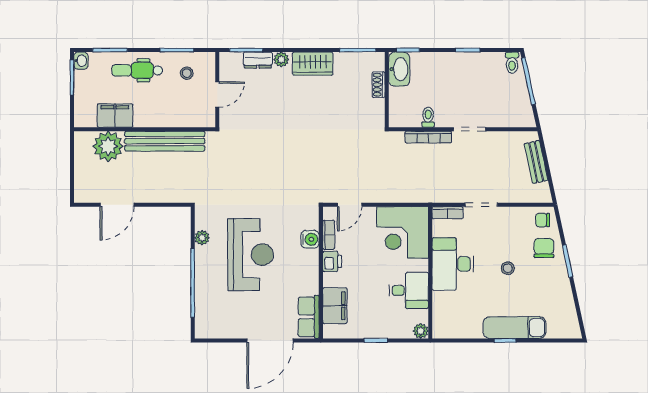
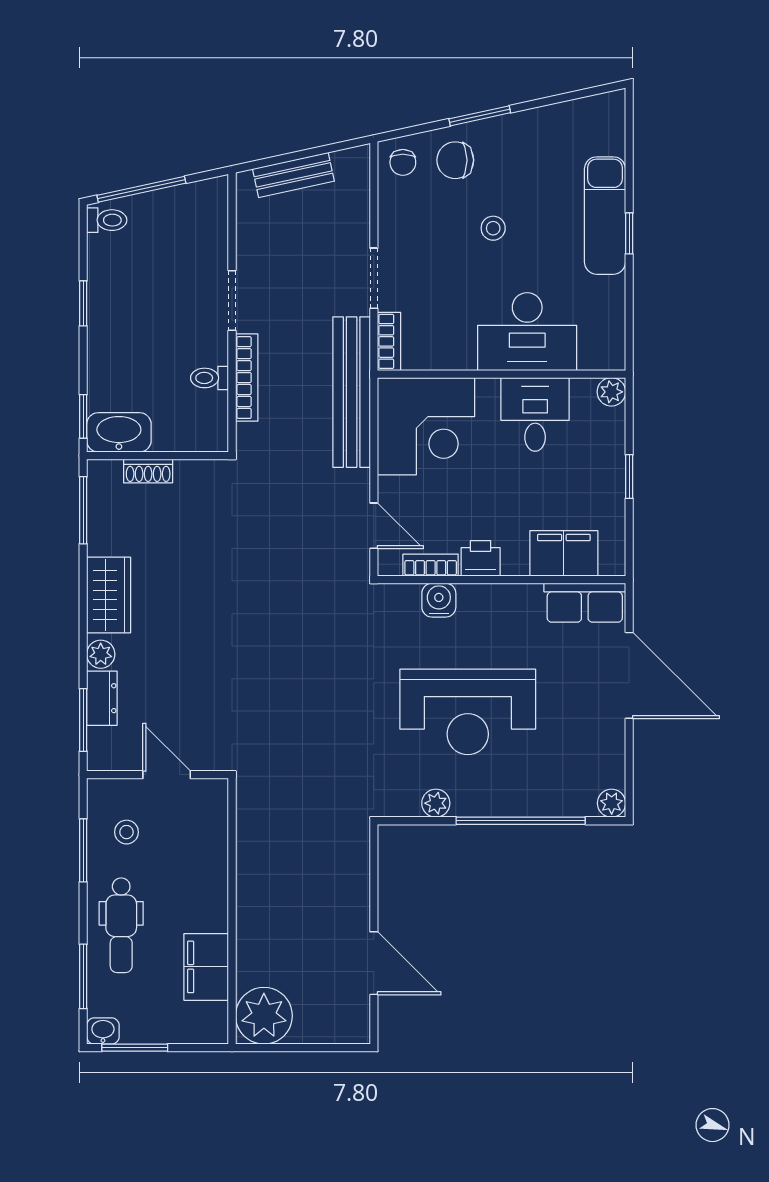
bench: (165, 141) -> (352, 392), moved
plant: (108, 146) -> (264, 1016), moved
reception desk: (251, 255) -> (468, 712), turned 180
desk: (453, 264) -> (527, 332), moved
plant: (202, 331) -> (612, 803), added

